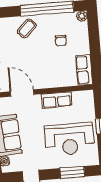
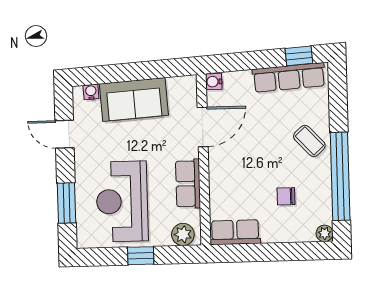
plant: (87, 101) -> (183, 234), added

